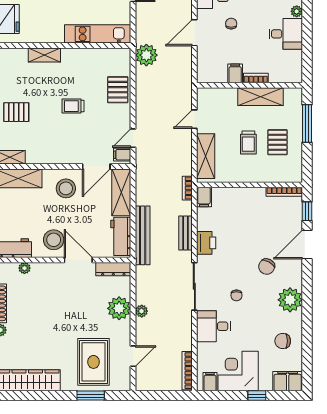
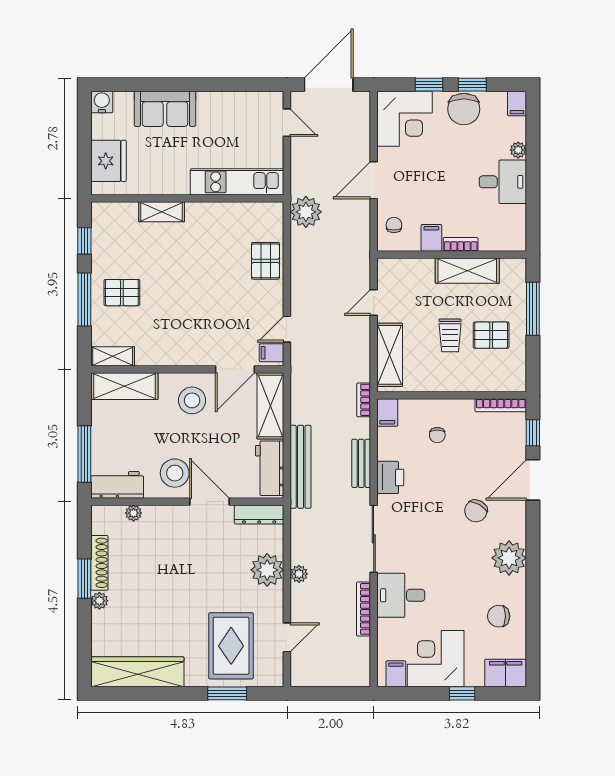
chair: (231, 24) -> (394, 225), moved
trolley: (73, 106) -> (202, 284), removed
pallet: (277, 142) -> (491, 335), turned 90
chair: (236, 295) -> (437, 435), moved
bookcase: (187, 371) -> (363, 609), moved

